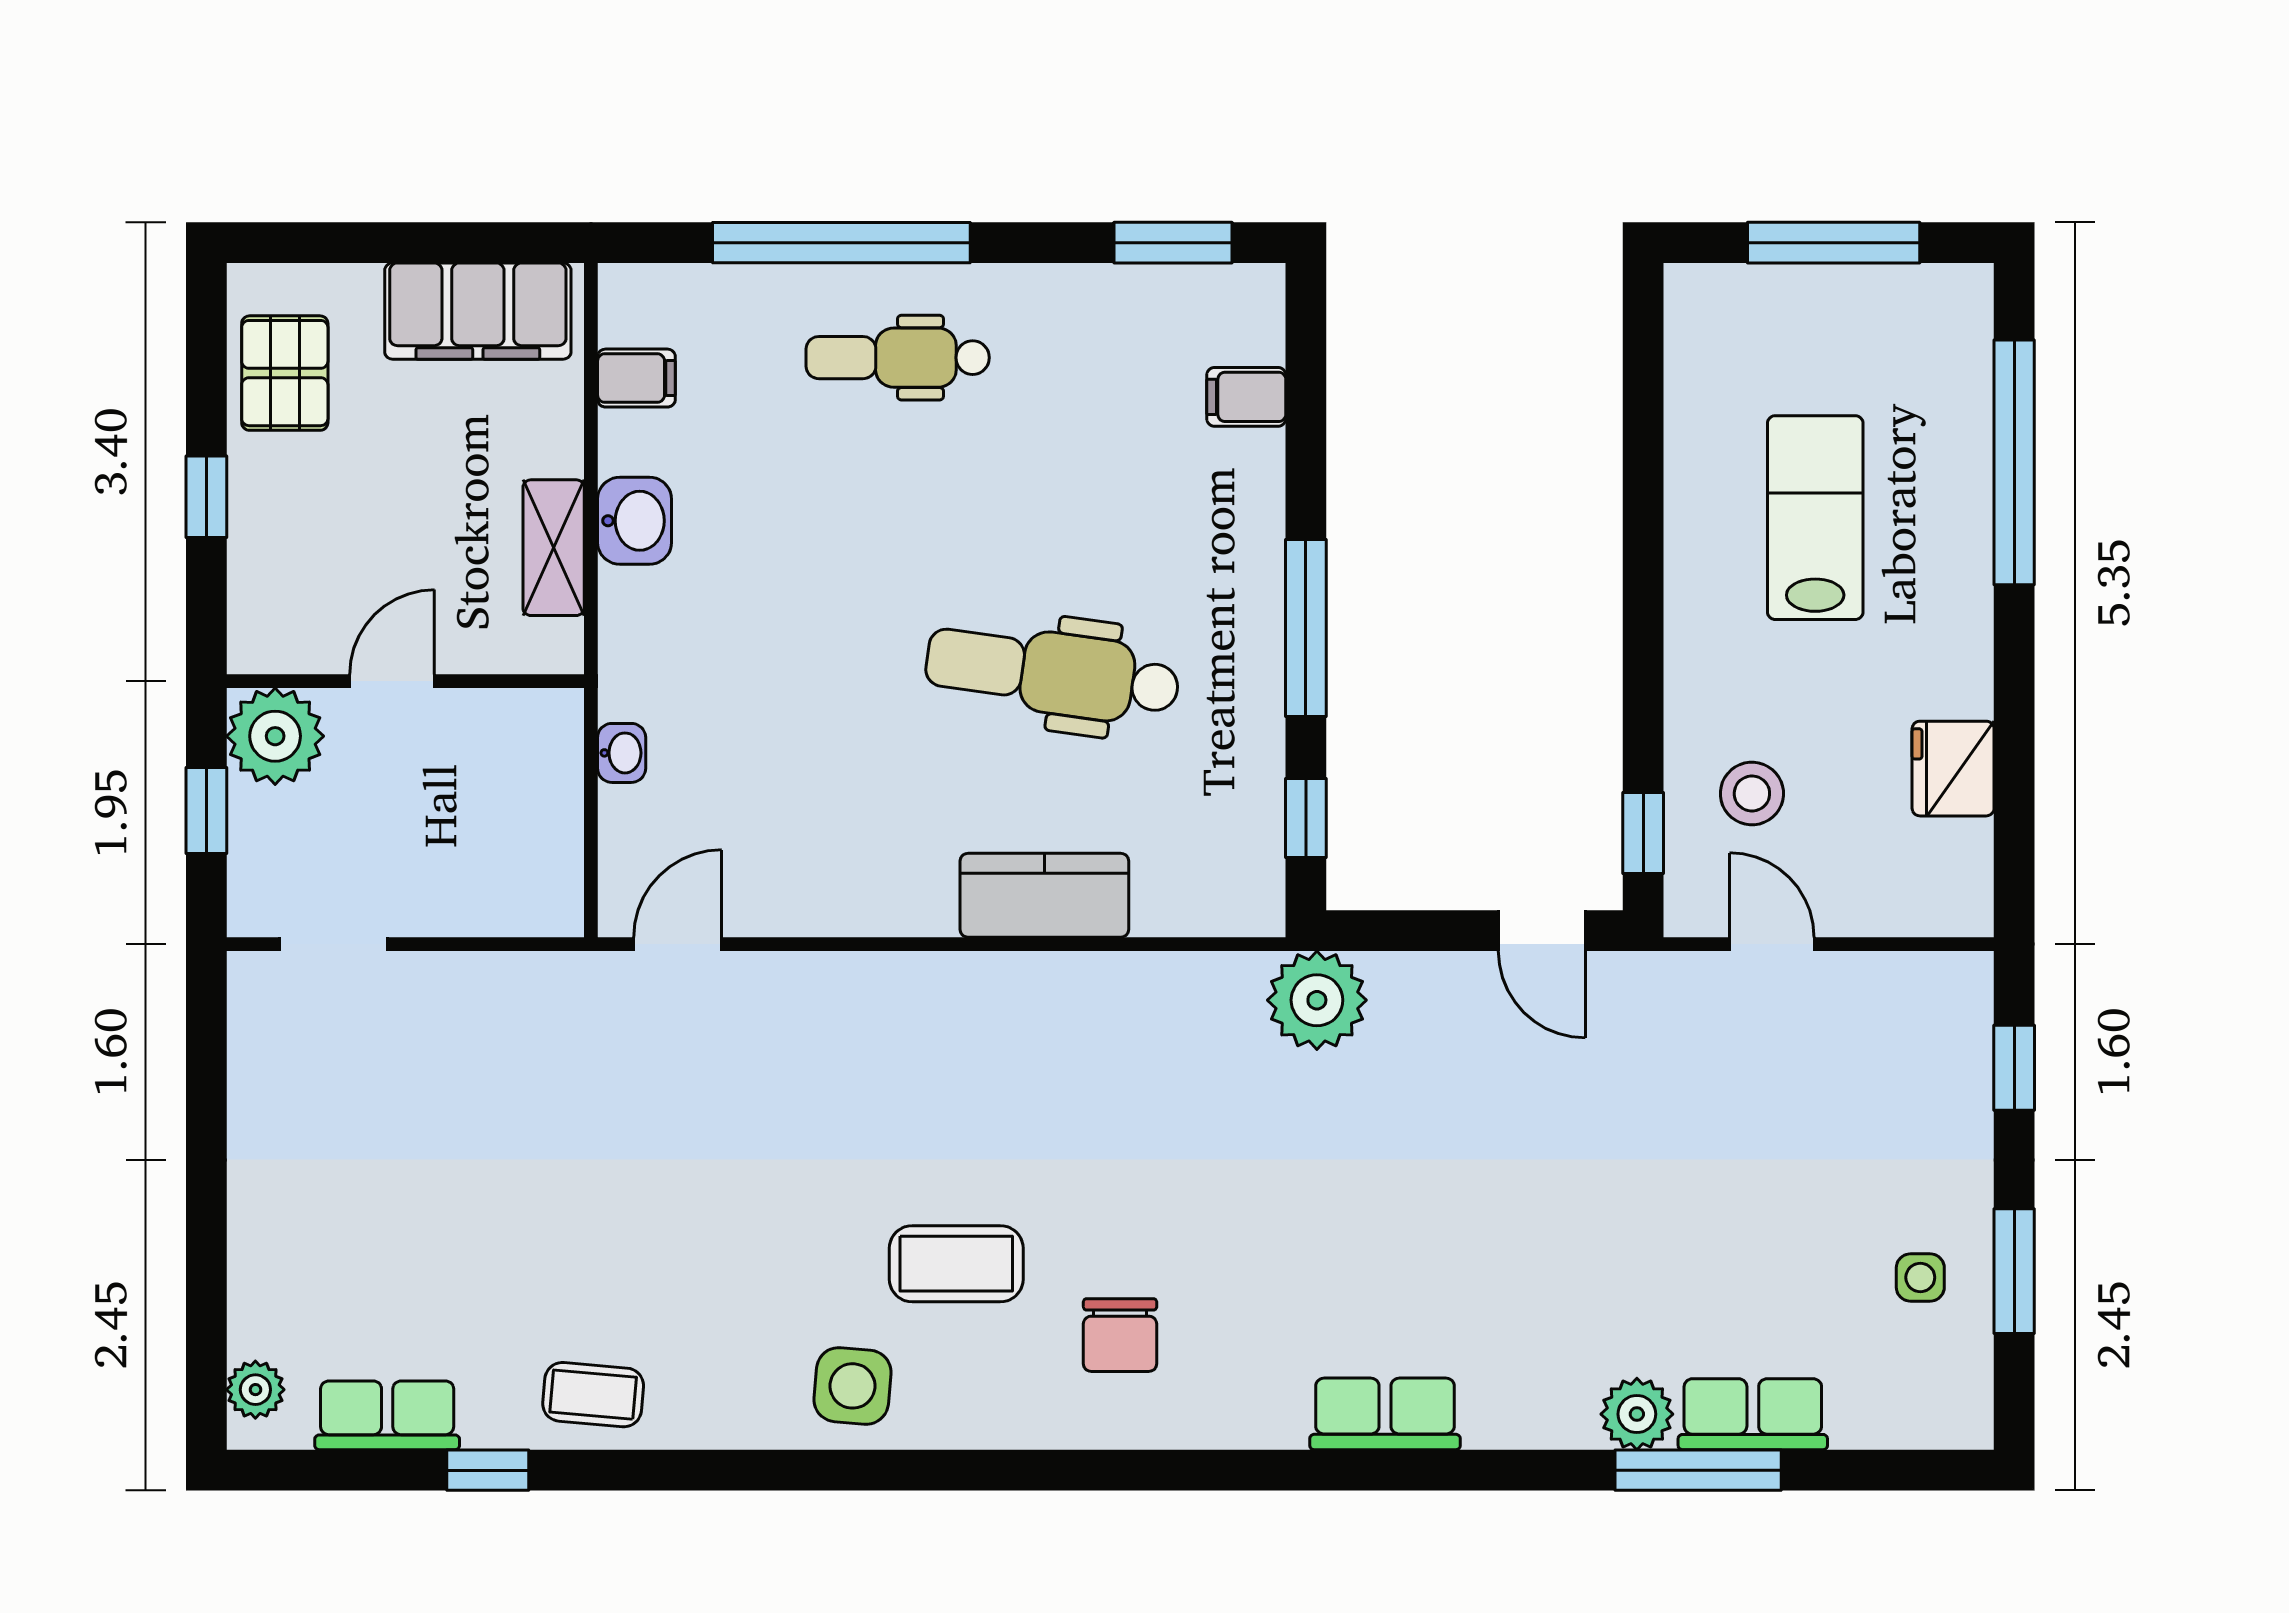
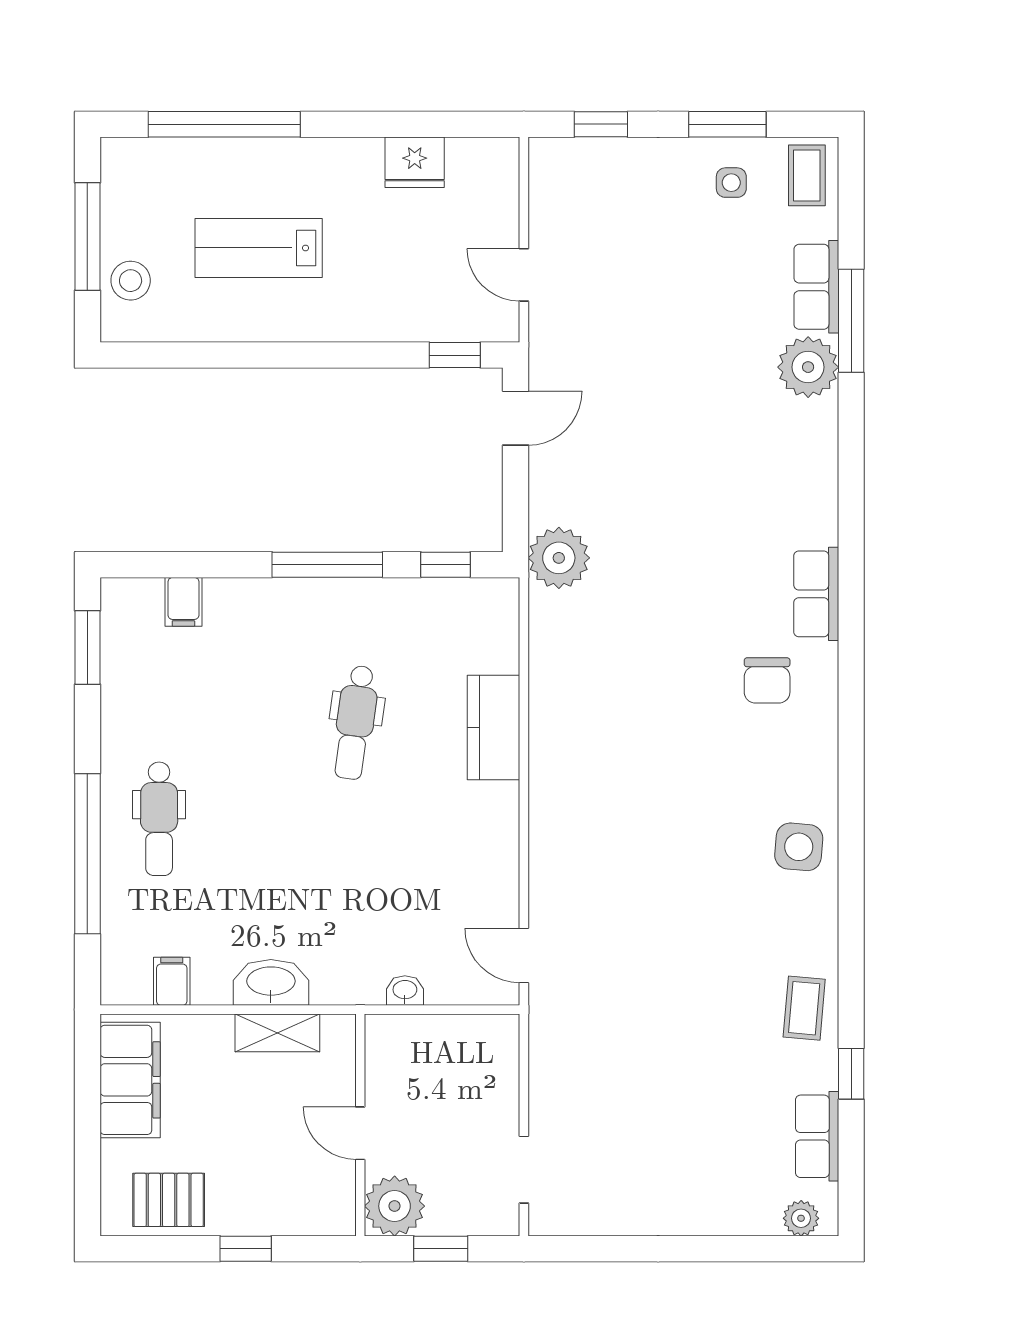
washbasin: (635, 521) -> (271, 982), width x1.38
dental chair: (1052, 673) -> (355, 722), width x0.73, depth x0.72
stool: (1752, 793) -> (131, 281), moved
door: (1772, 944) -> (524, 275), hinge flipped
coffee table: (956, 1264) -> (807, 175), moved, width x0.73, depth x0.77
chair: (1120, 1335) -> (767, 680), turned 90
row of seats: (1385, 1414) -> (816, 594), moved
plant: (1637, 1414) -> (808, 367), width x1.36, depth x1.36

